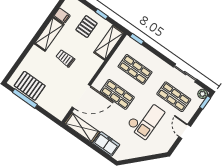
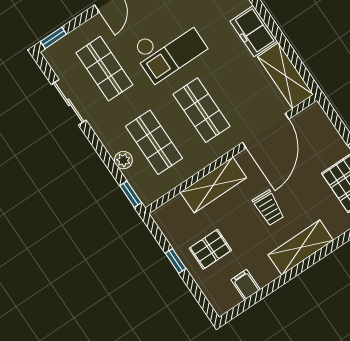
shelving: (49, 34) -> (301, 247), moved
shelving: (109, 43) -> (213, 185), moved
plant: (203, 94) -> (123, 160), moved
door: (81, 96) -> (266, 131), swing flipped
checkout: (145, 119) -> (169, 48), turned 180

